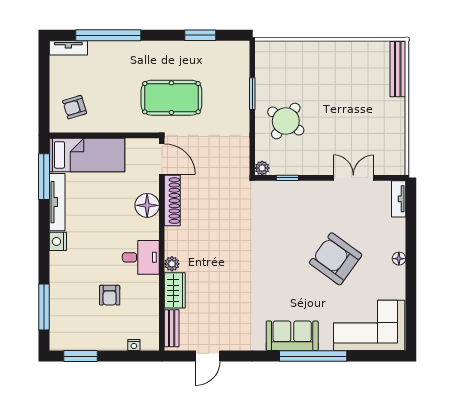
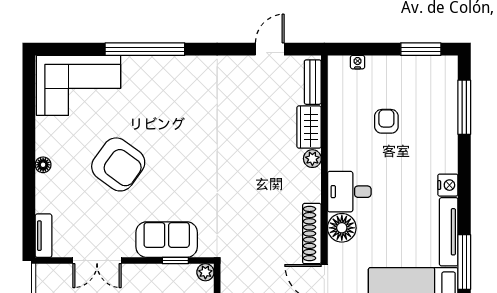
desk: (141, 257) -> (349, 192), moved
sofa: (292, 336) -> (167, 240), moved, turned 180

